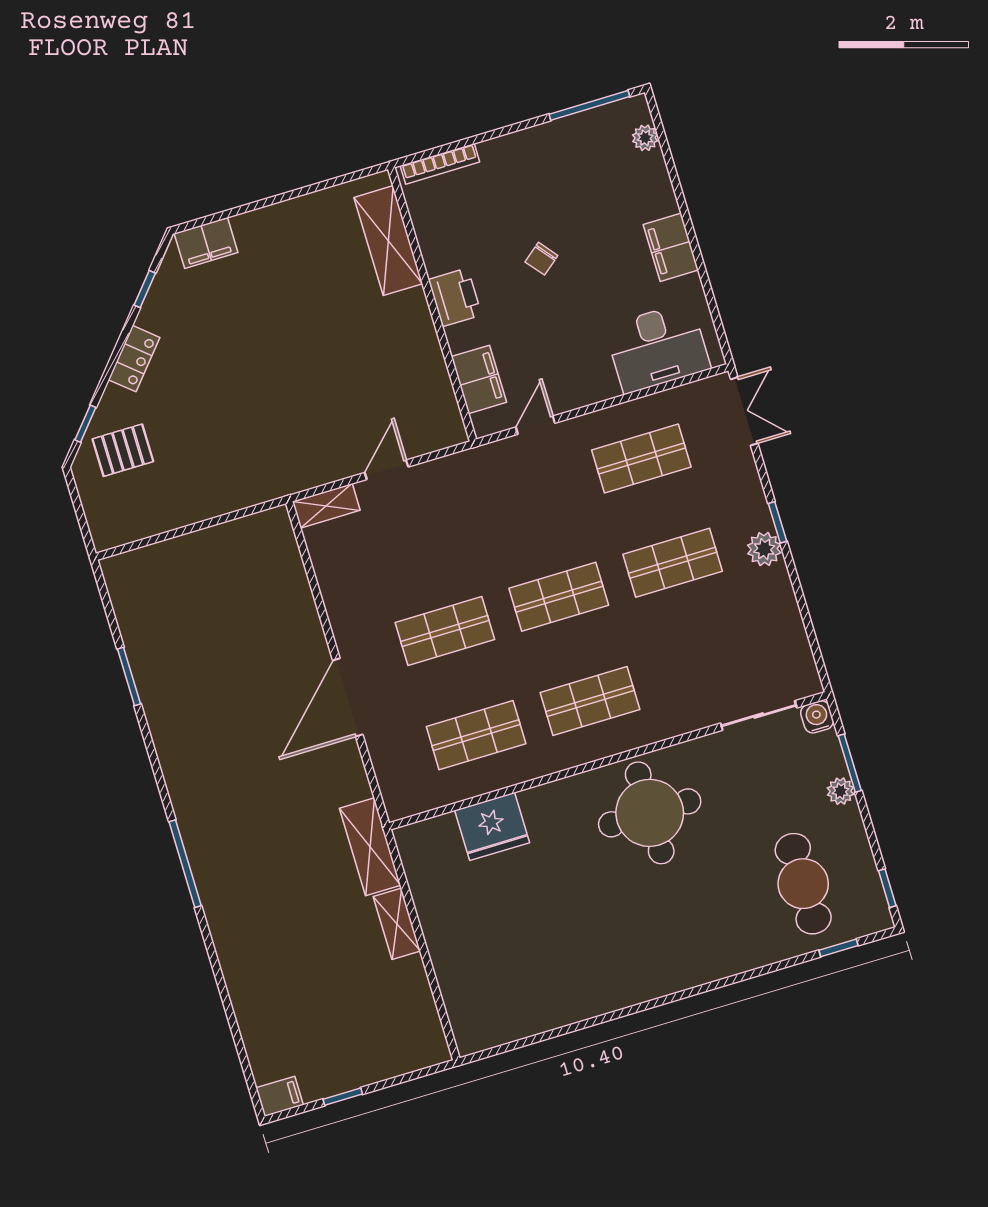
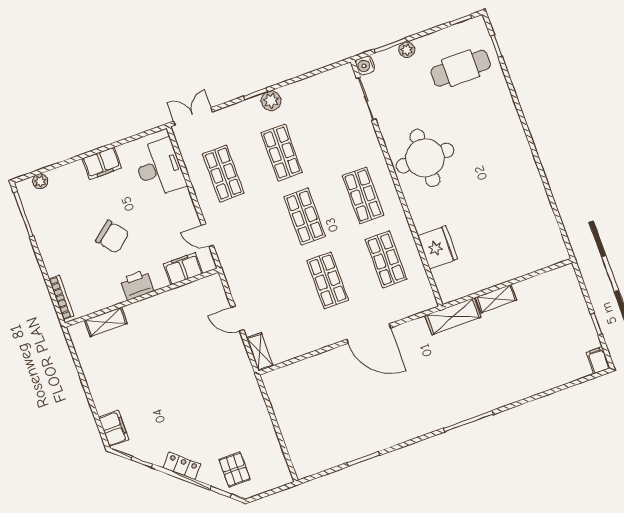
shelving: (388, 241) -> (106, 322), width x0.67, depth x0.75
chair: (541, 259) -> (112, 237), width x1.87, depth x1.87

